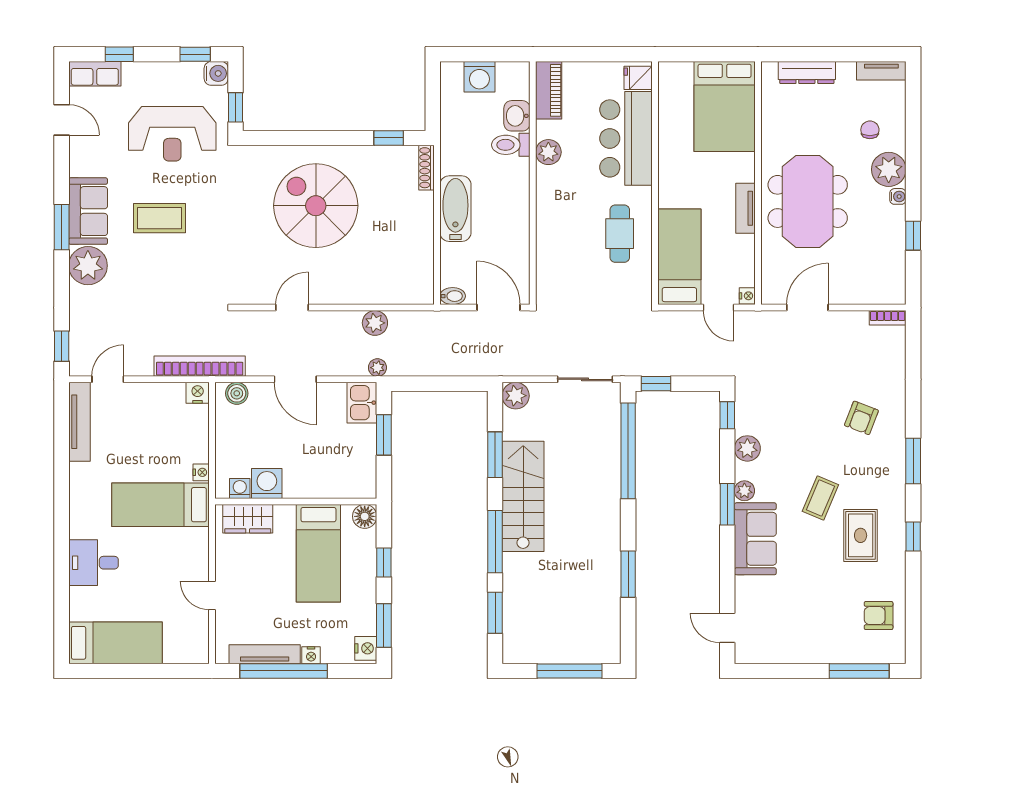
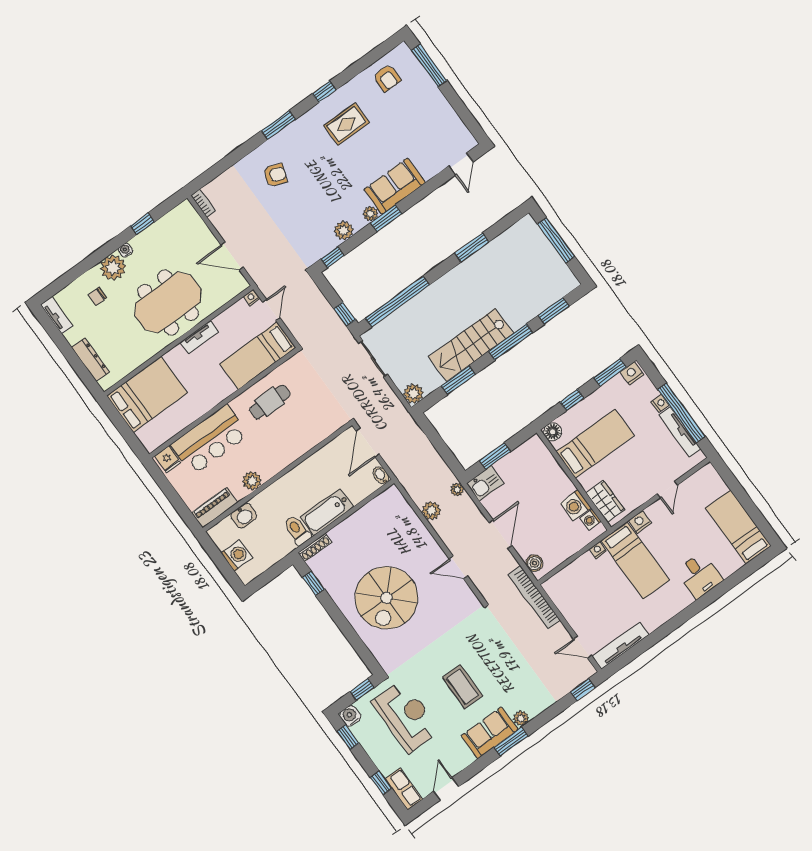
toilet: (511, 145) -> (297, 530), moved, turned 180
plant: (88, 266) -> (521, 718), width x0.53, depth x0.53
nightstand: (198, 393) -> (640, 522), moved, turned 90
coffee table: (820, 498) -> (342, 165), removed

